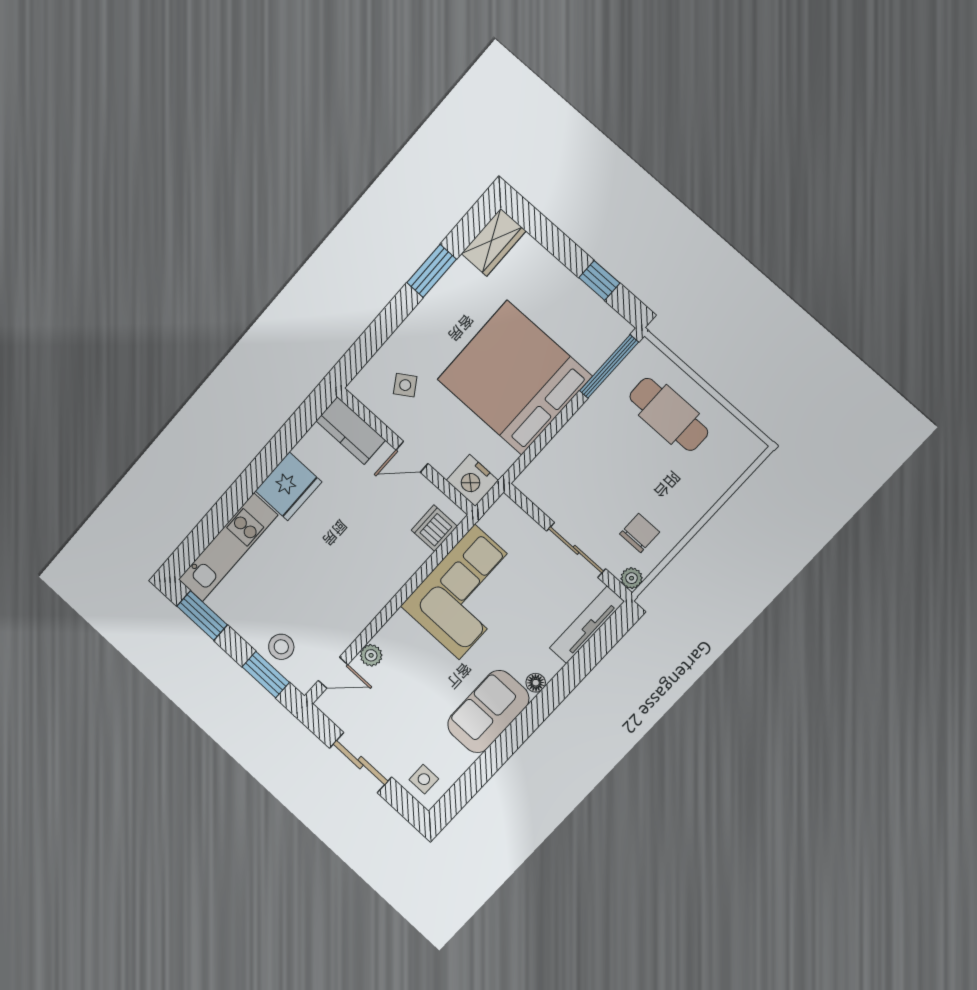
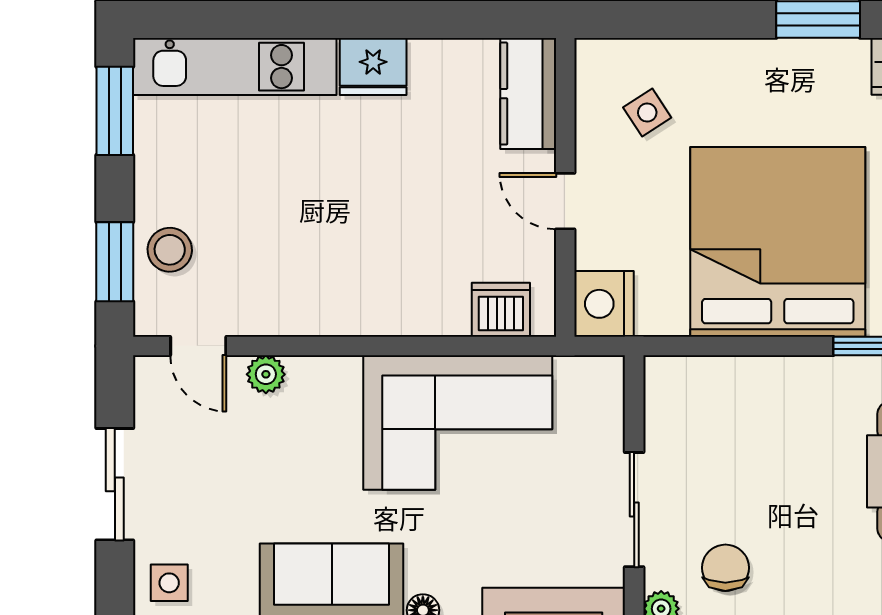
fridge: (288, 486) -> (373, 67), width x0.73, depth x0.75
chair: (640, 533) -> (725, 568), turned -90

